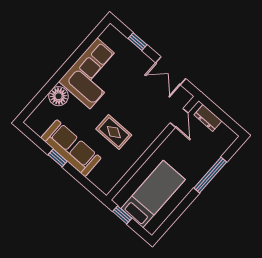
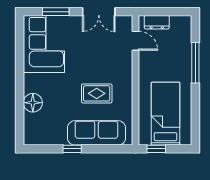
window: (138, 42) -> (56, 12), width x1.50
corner sofa: (93, 73) -> (44, 44), moved
sofa: (71, 148) -> (97, 133), moved

